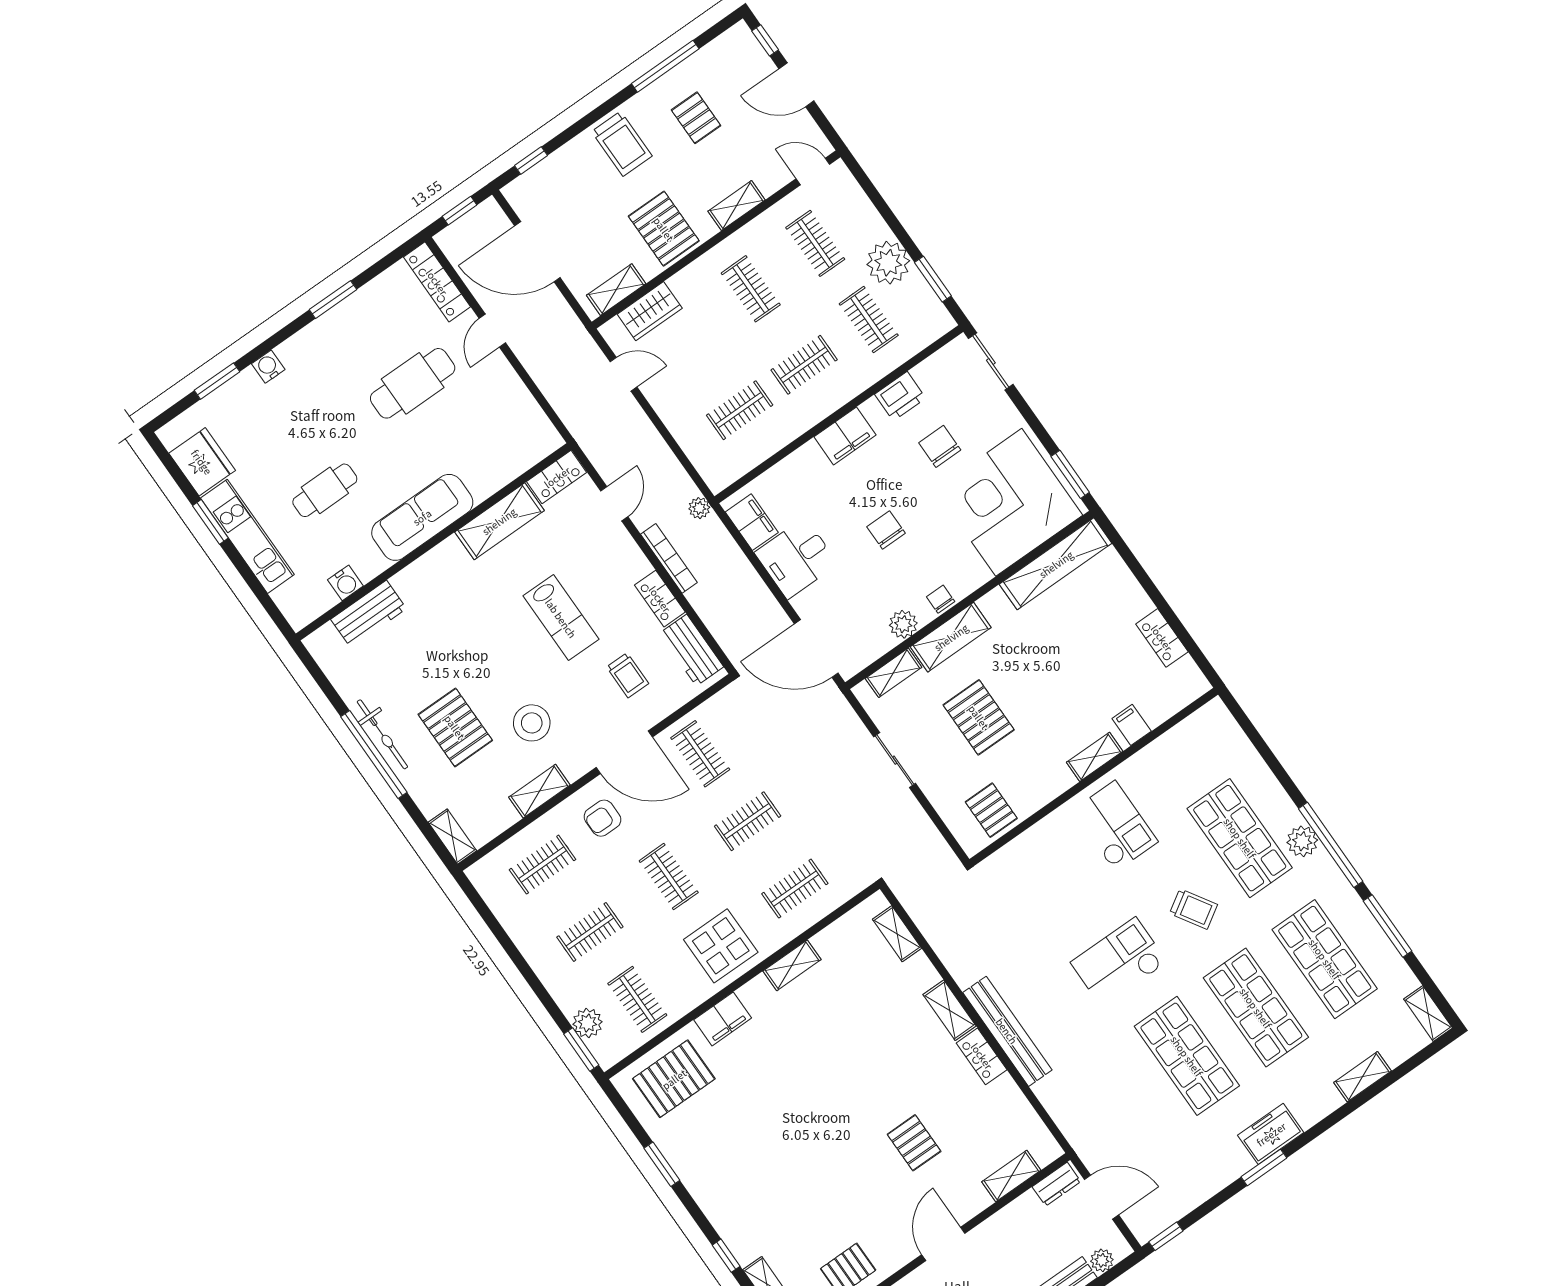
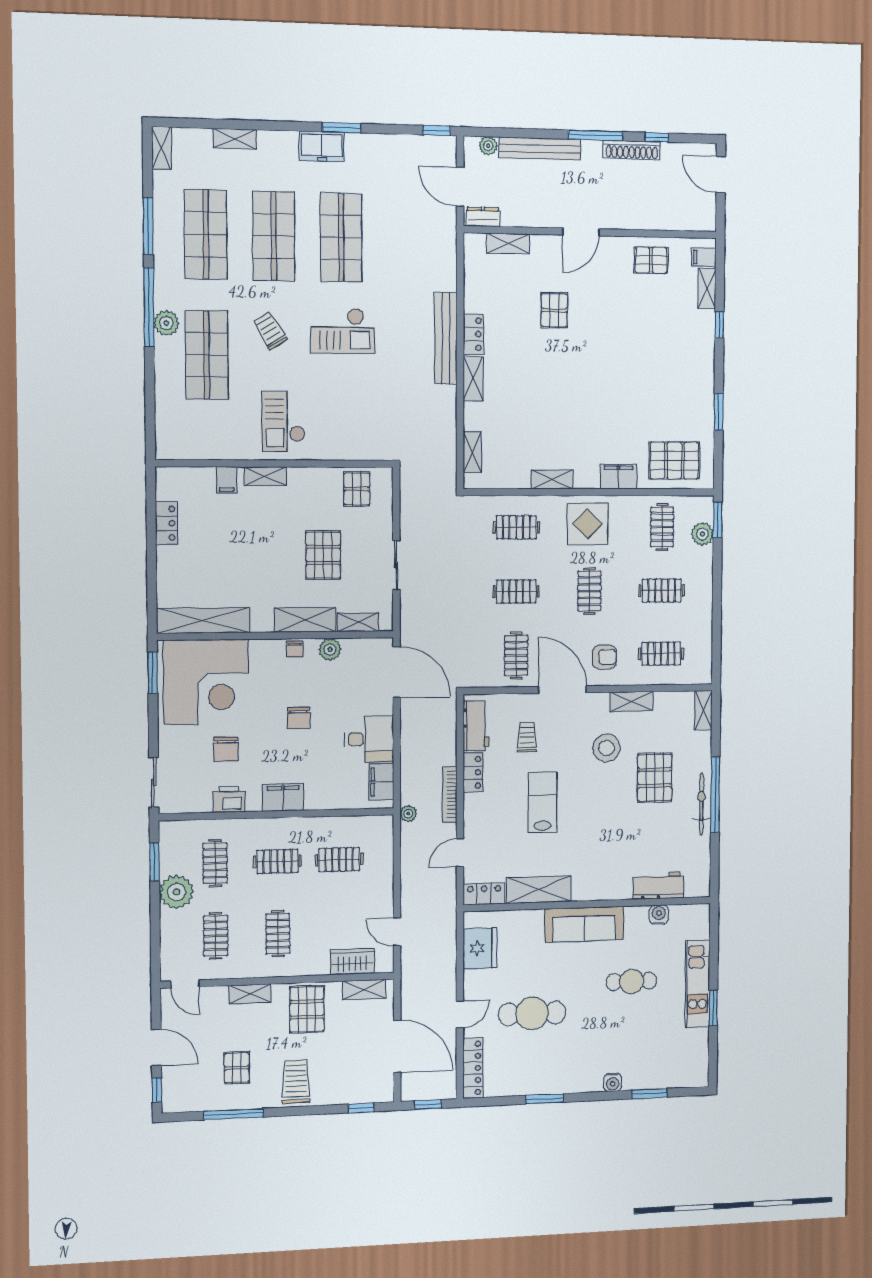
fridge: (202, 462) -> (480, 948), moved, turned 180

